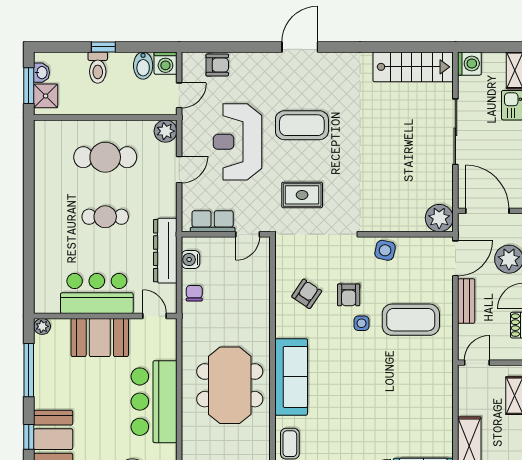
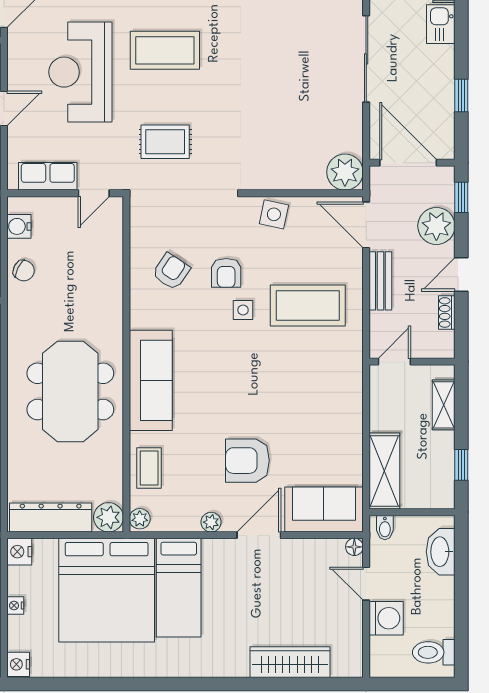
door: (455, 258) -> (366, 225), swing flipped
chair: (194, 293) -> (24, 271), turned 117
armchair: (365, 438) -> (247, 461), added

